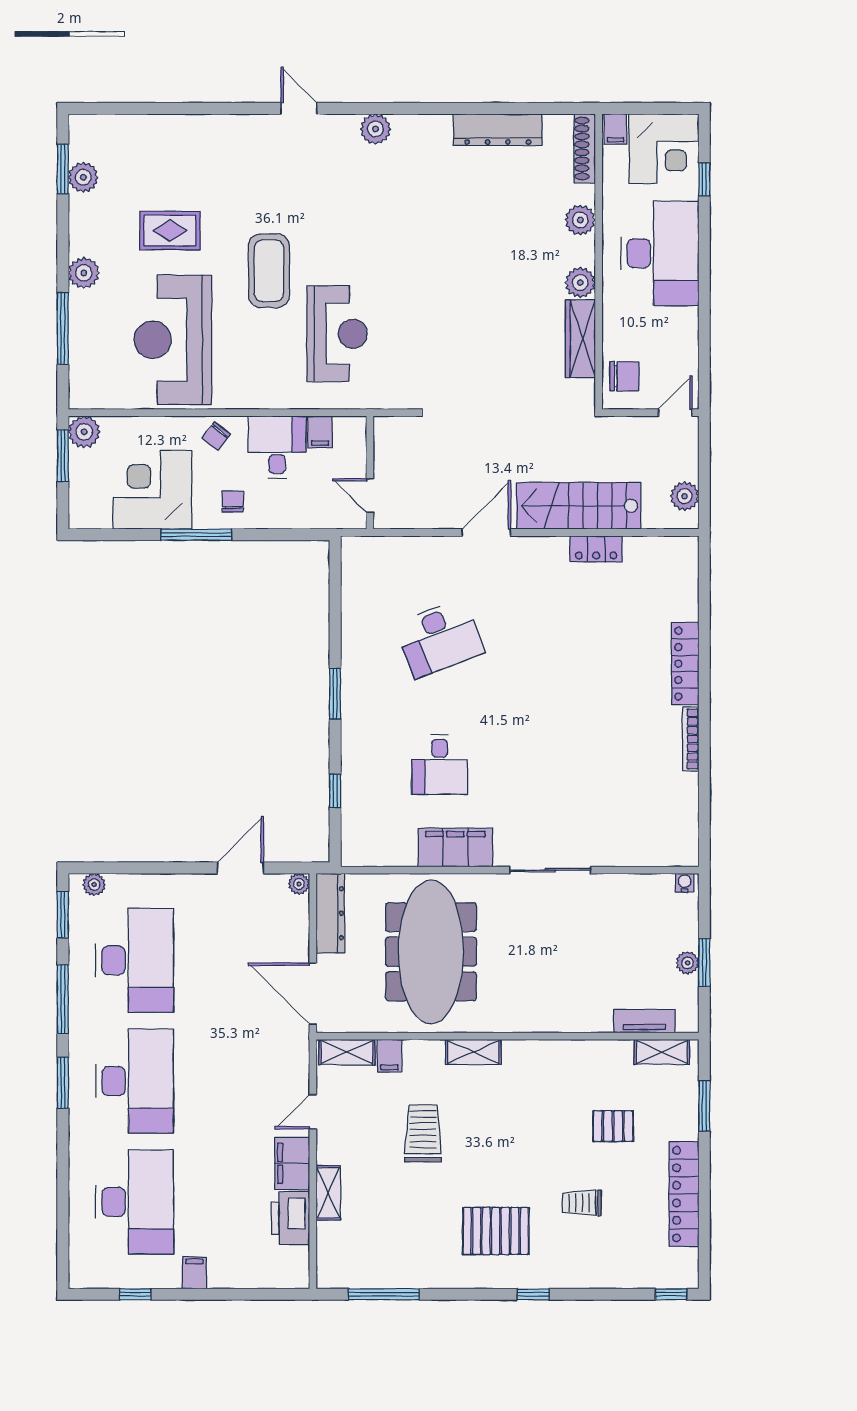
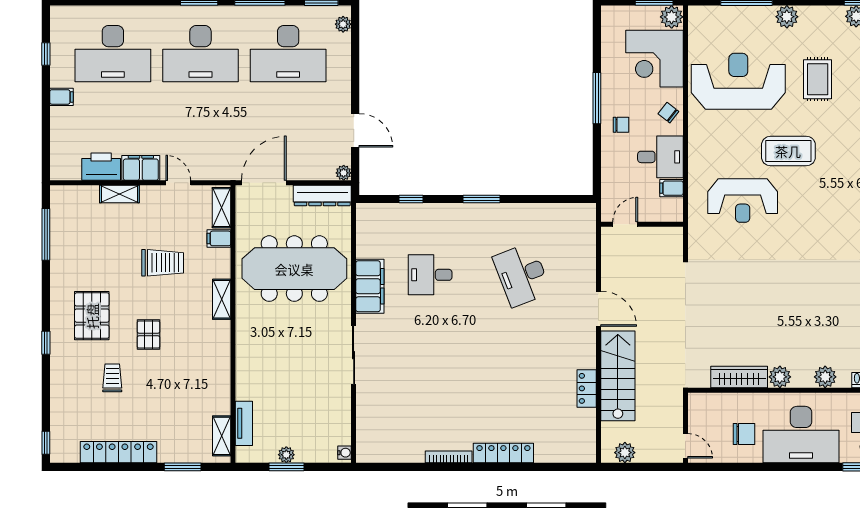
chair: (625, 376) -> (744, 434), moved, turned -90
corner desk: (152, 490) -> (654, 59), moved, turned 180
pallet: (613, 1126) -> (149, 334), moved

